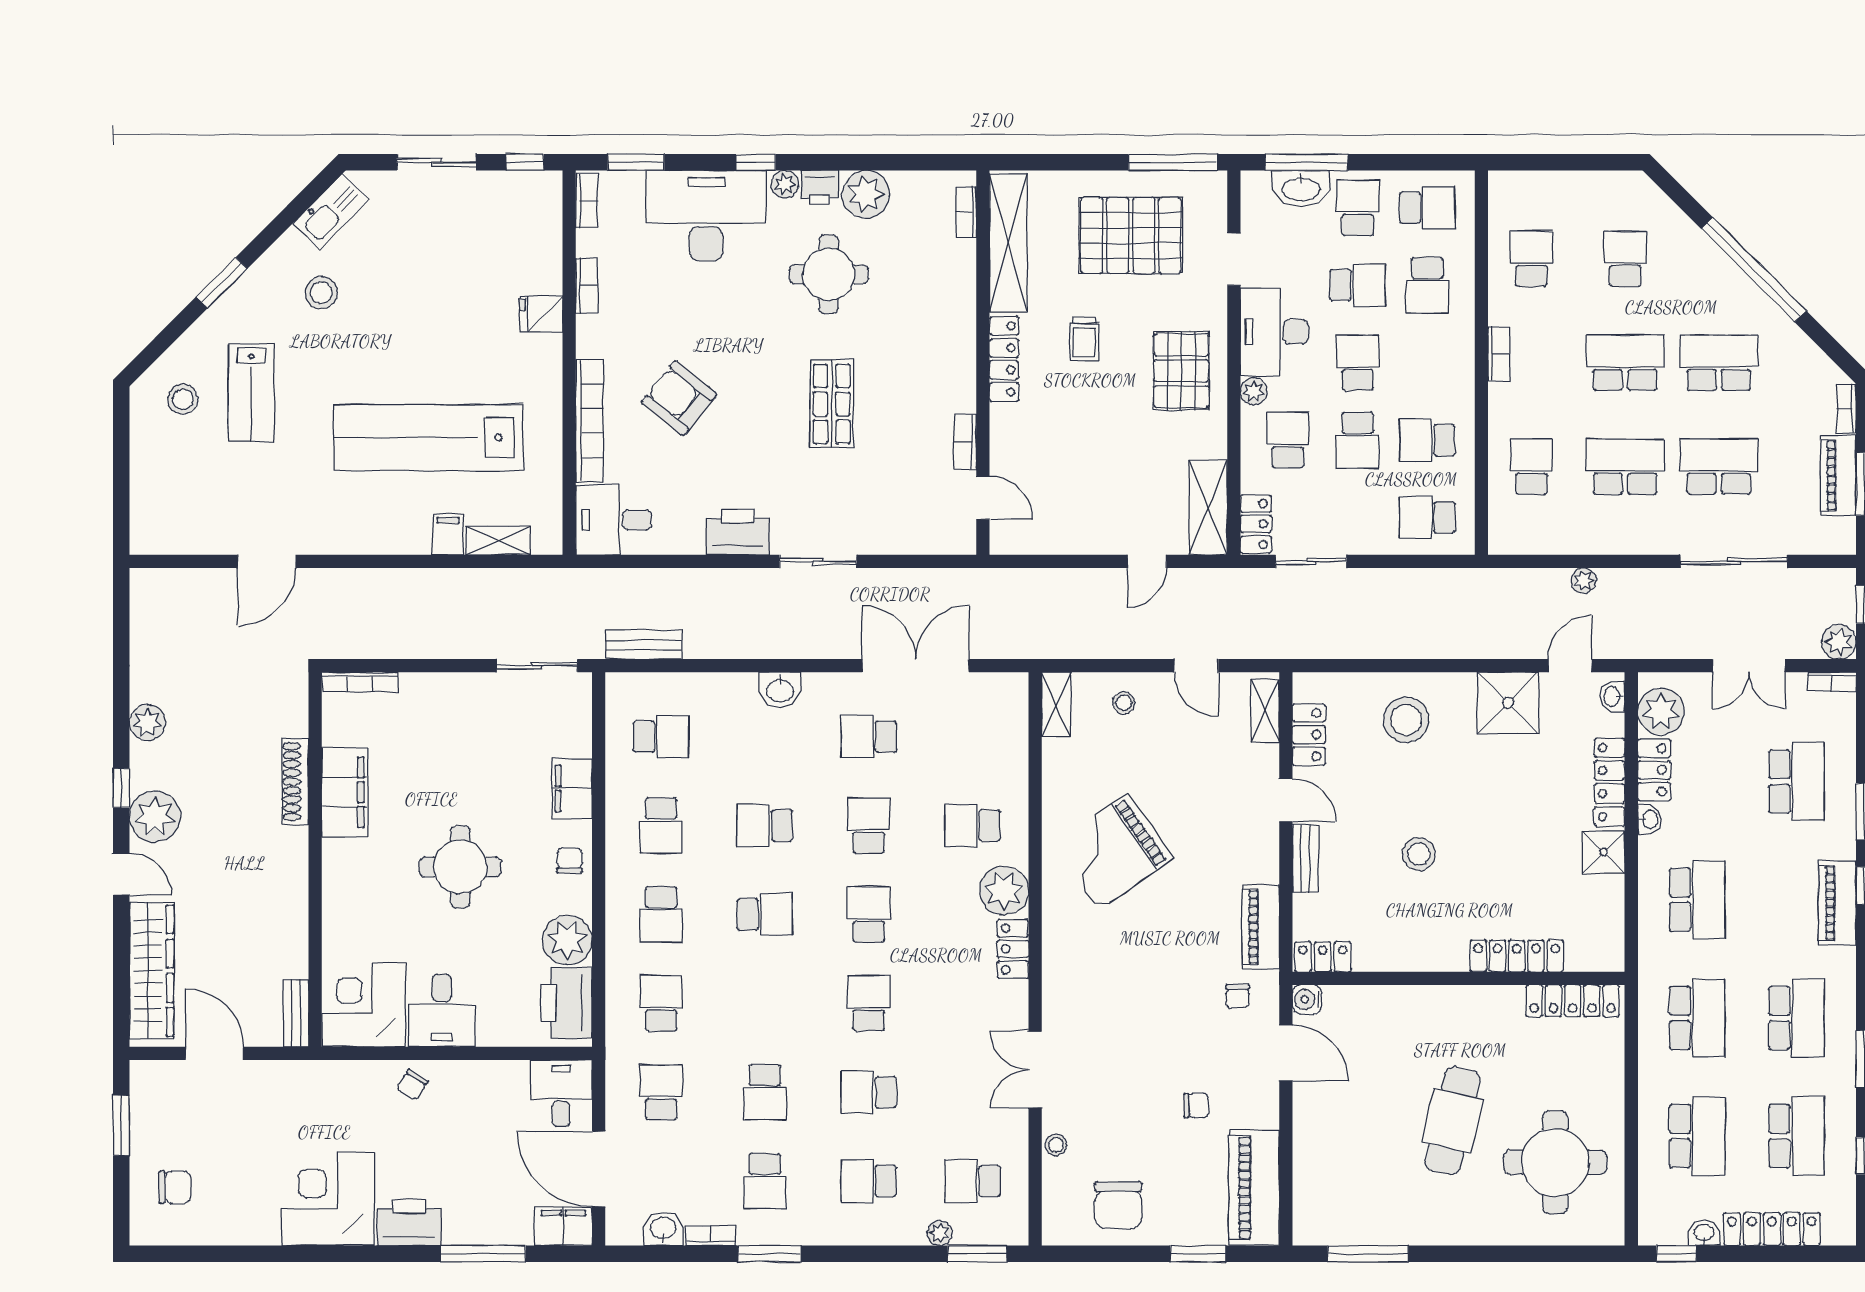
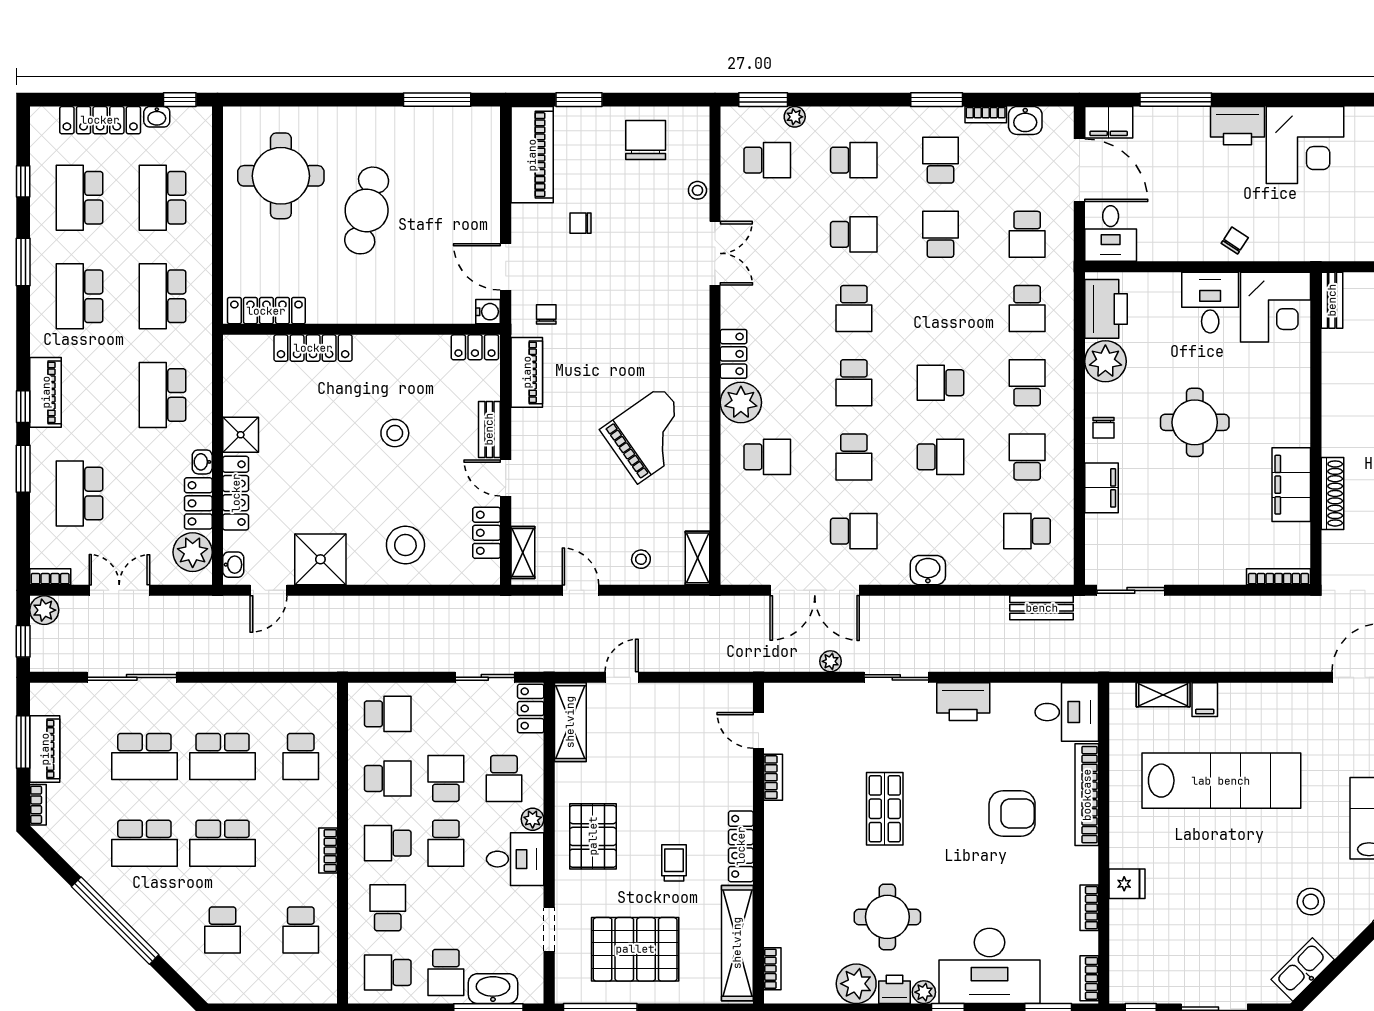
school desk: (1358, 285) -> (388, 843), moved
desk: (1275, 332) -> (515, 859), width x0.73
armchair: (679, 398) -> (1012, 813), turned -39
plant: (1584, 581) -> (831, 661), moved

